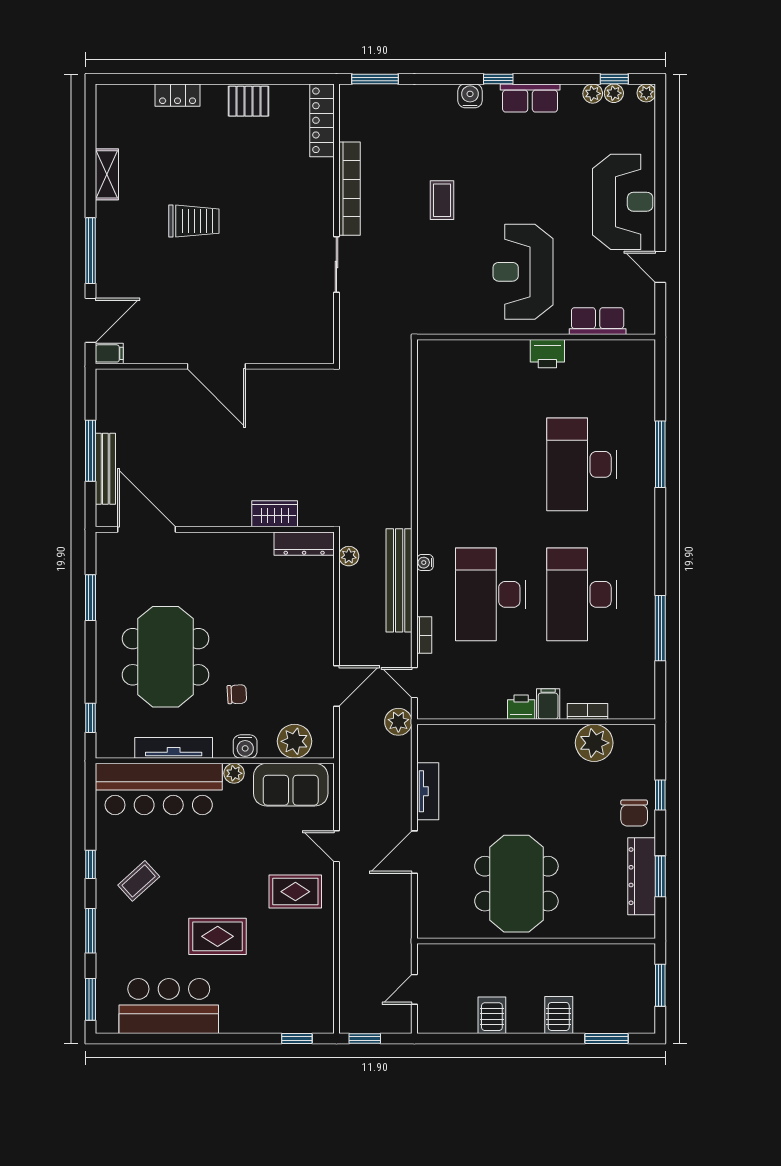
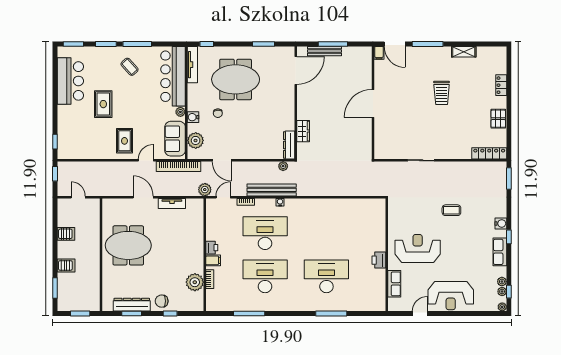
bookcase: (350, 189) -> (178, 166), moved
tv unit: (174, 748) -> (192, 65), moved
window: (91, 864) -> (137, 44), width x2.17

